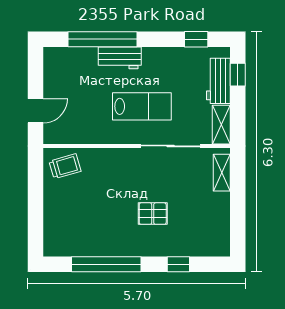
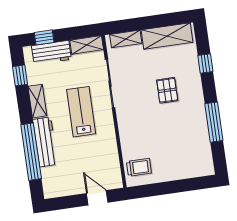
shelving: (162, 56) -> (37, 101), added
workbench: (120, 58) -> (45, 142), width x1.38
trolley: (65, 166) -> (139, 167), turned 106
shelving: (218, 223) -> (167, 36), added
window: (106, 264) -> (214, 122), width x0.68

